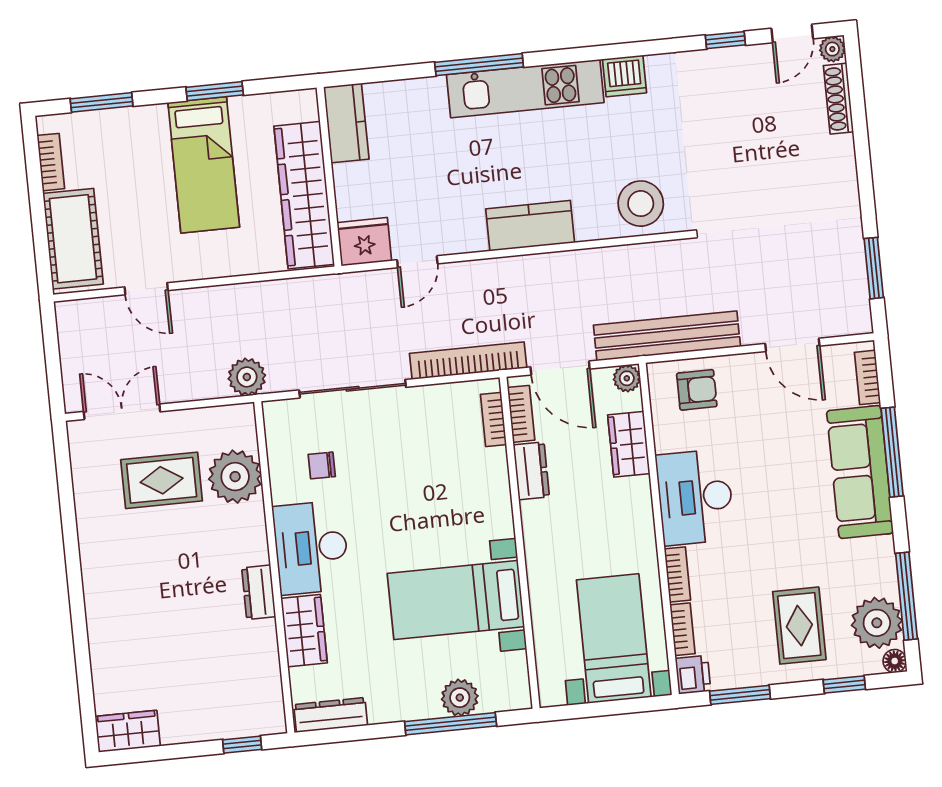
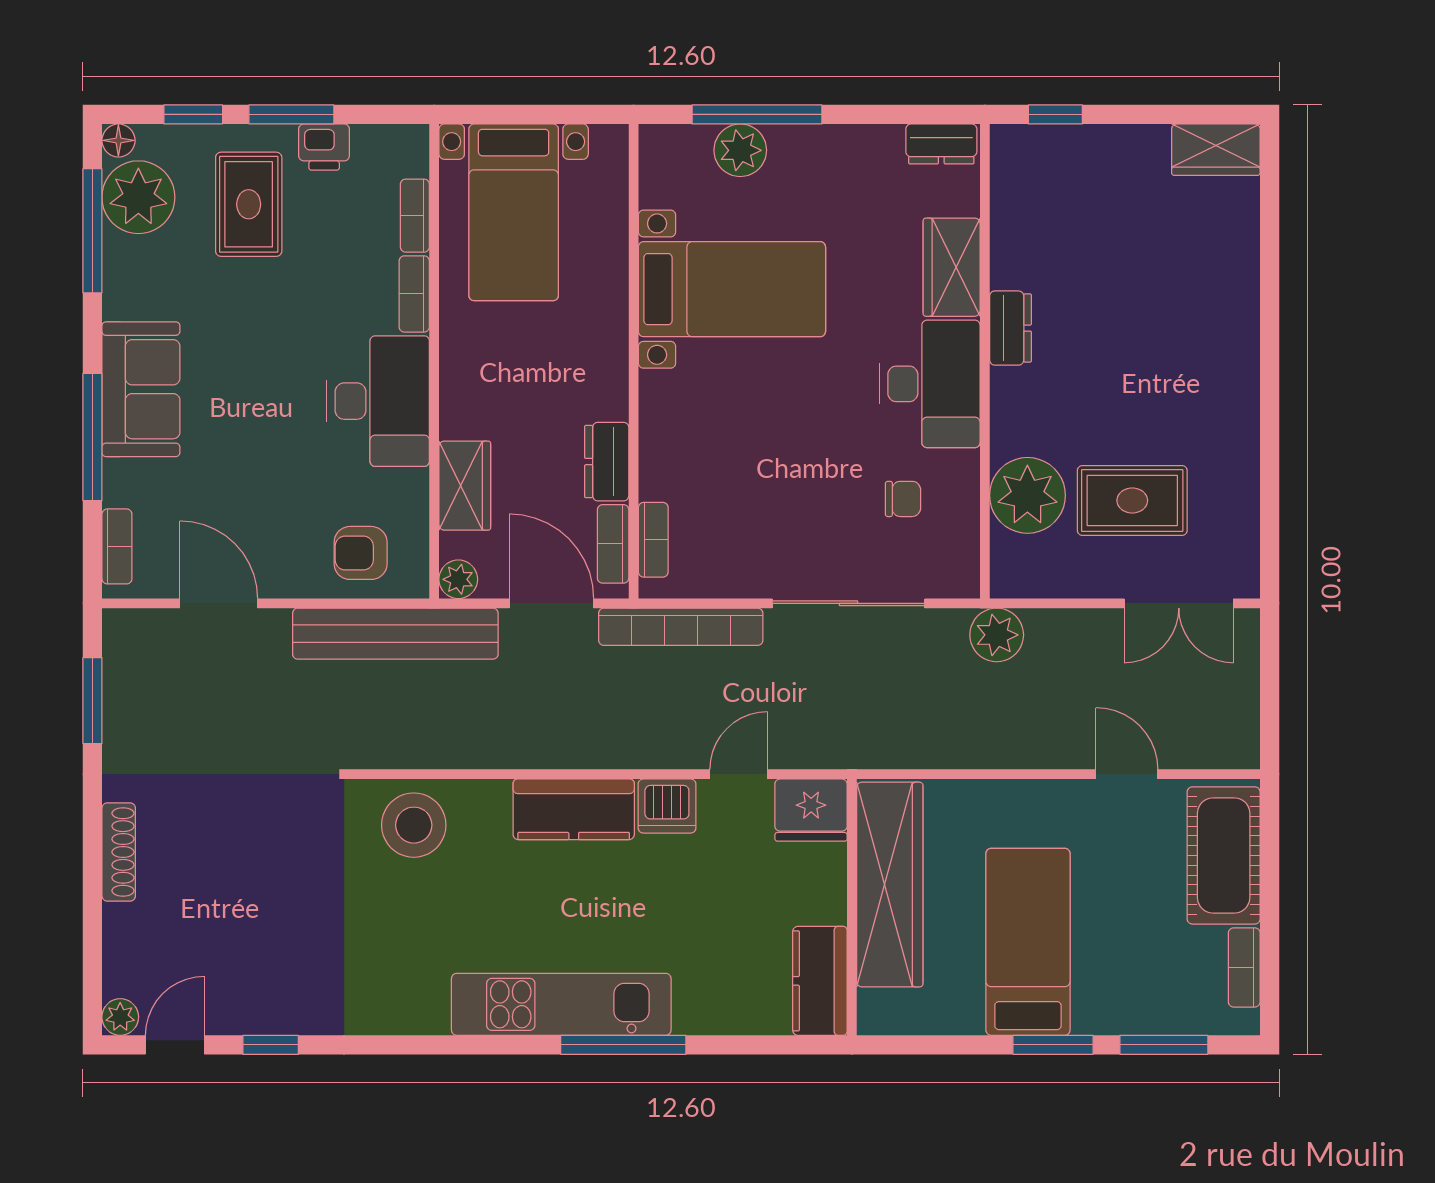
dishwasher: (624, 76) -> (667, 806), moved, turned 180
window: (215, 91) -> (1053, 1045), moved
shoe rack: (838, 99) -> (119, 852), moved
sofa: (860, 472) -> (141, 389), width x0.73
printer: (693, 675) -> (324, 147), moved, turned -90
window: (740, 695) -> (291, 114), moved
dresser: (331, 715) -> (941, 144), width x0.70

